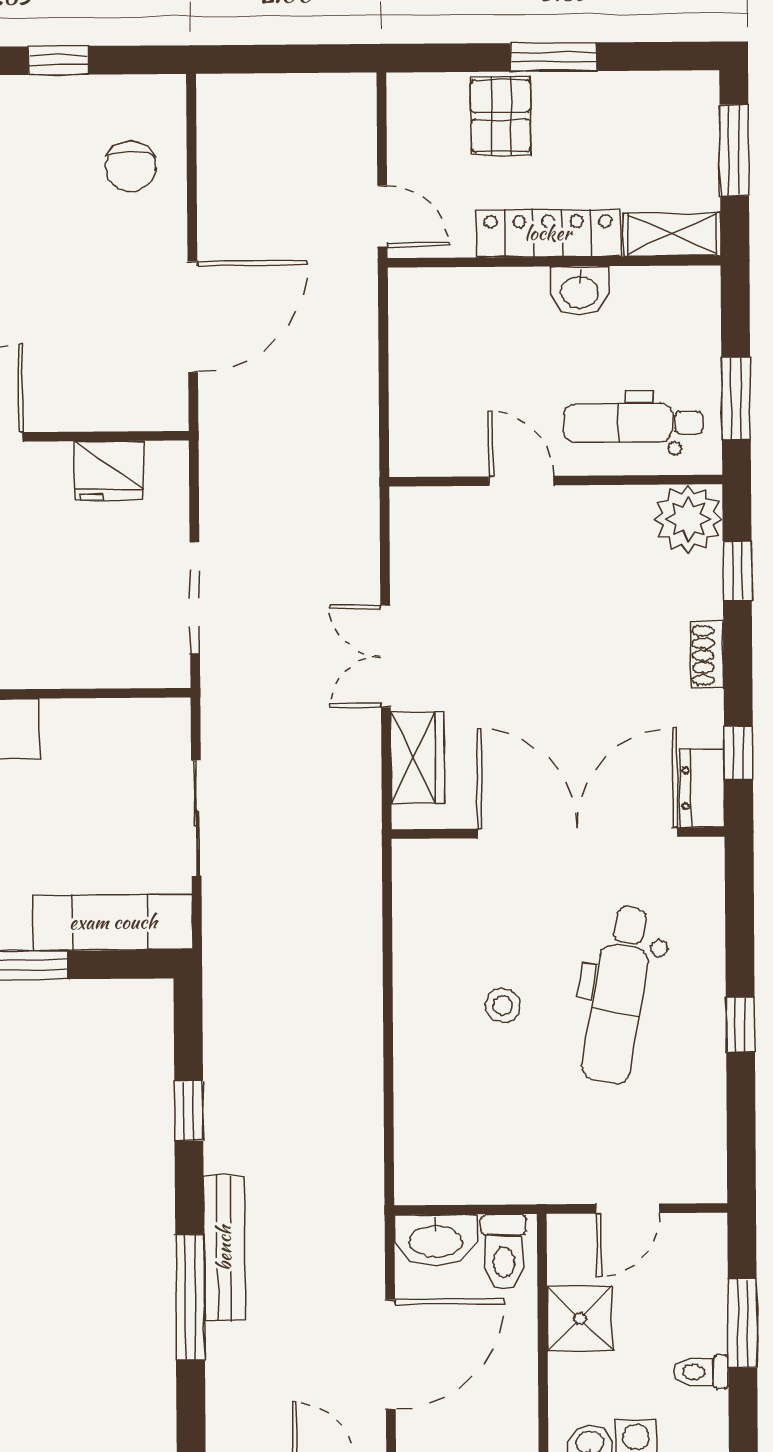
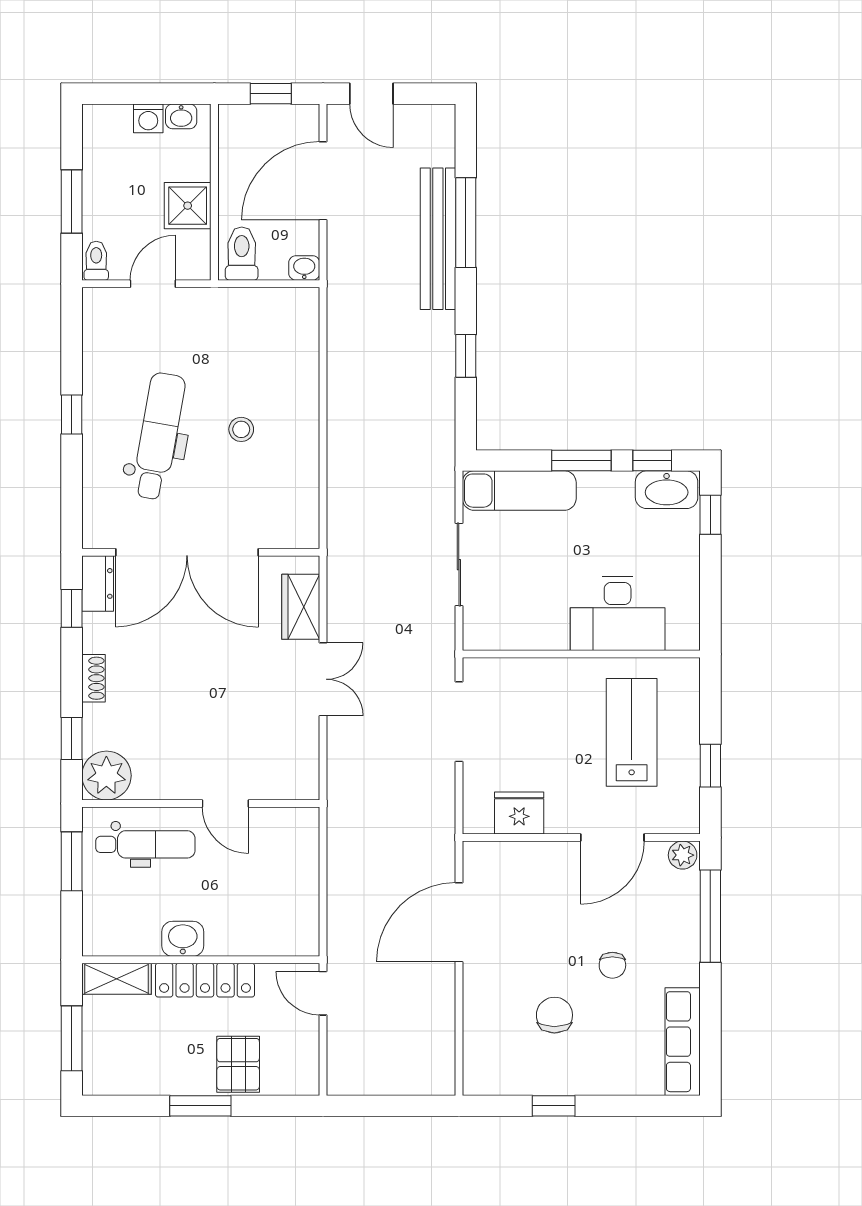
chair: (131, 167) -> (554, 1015), moved
washbasin: (436, 1240) -> (304, 268), width x0.52, depth x0.69
bench: (224, 1248) -> (438, 239), width x1.37, depth x1.21
toilet: (701, 1372) -> (96, 261), moved, turned -90

